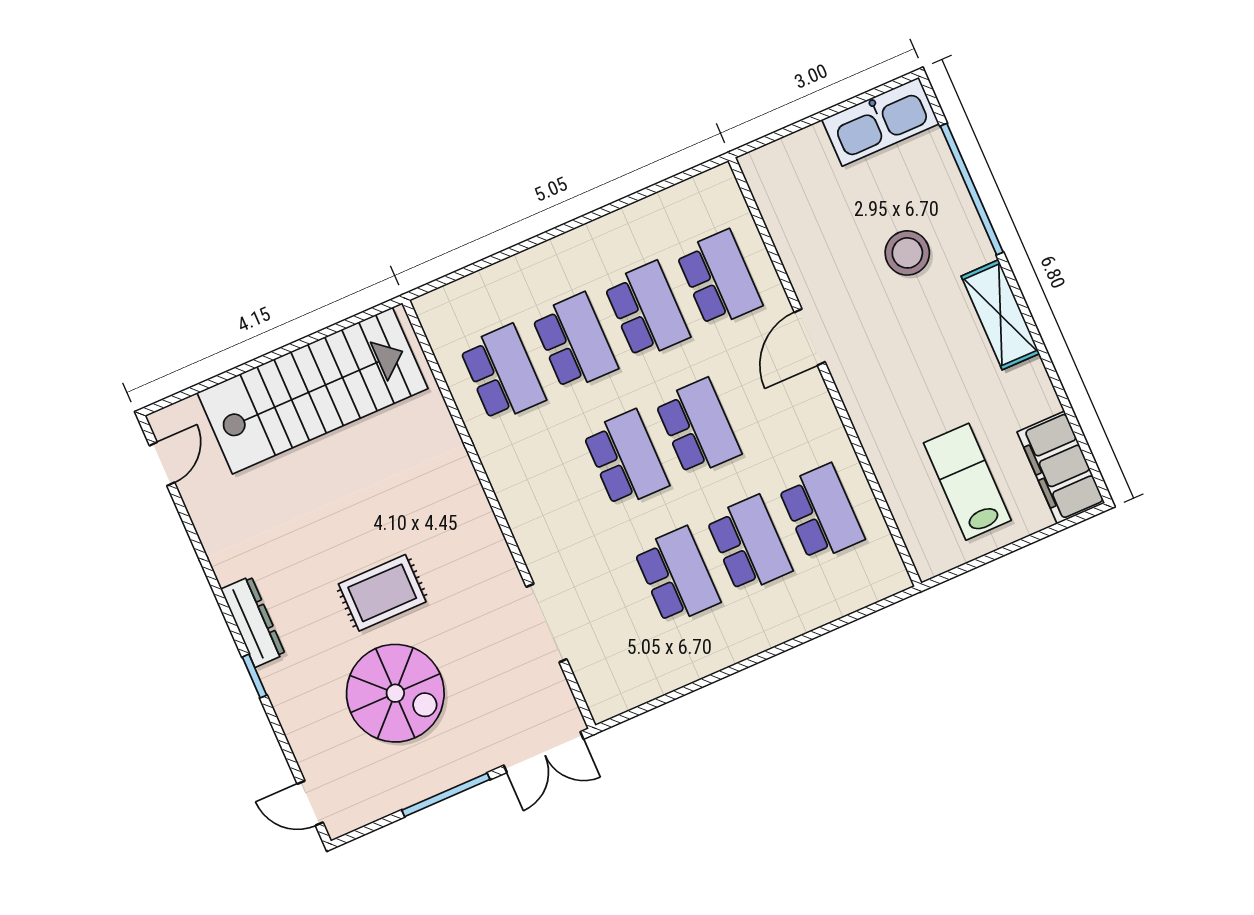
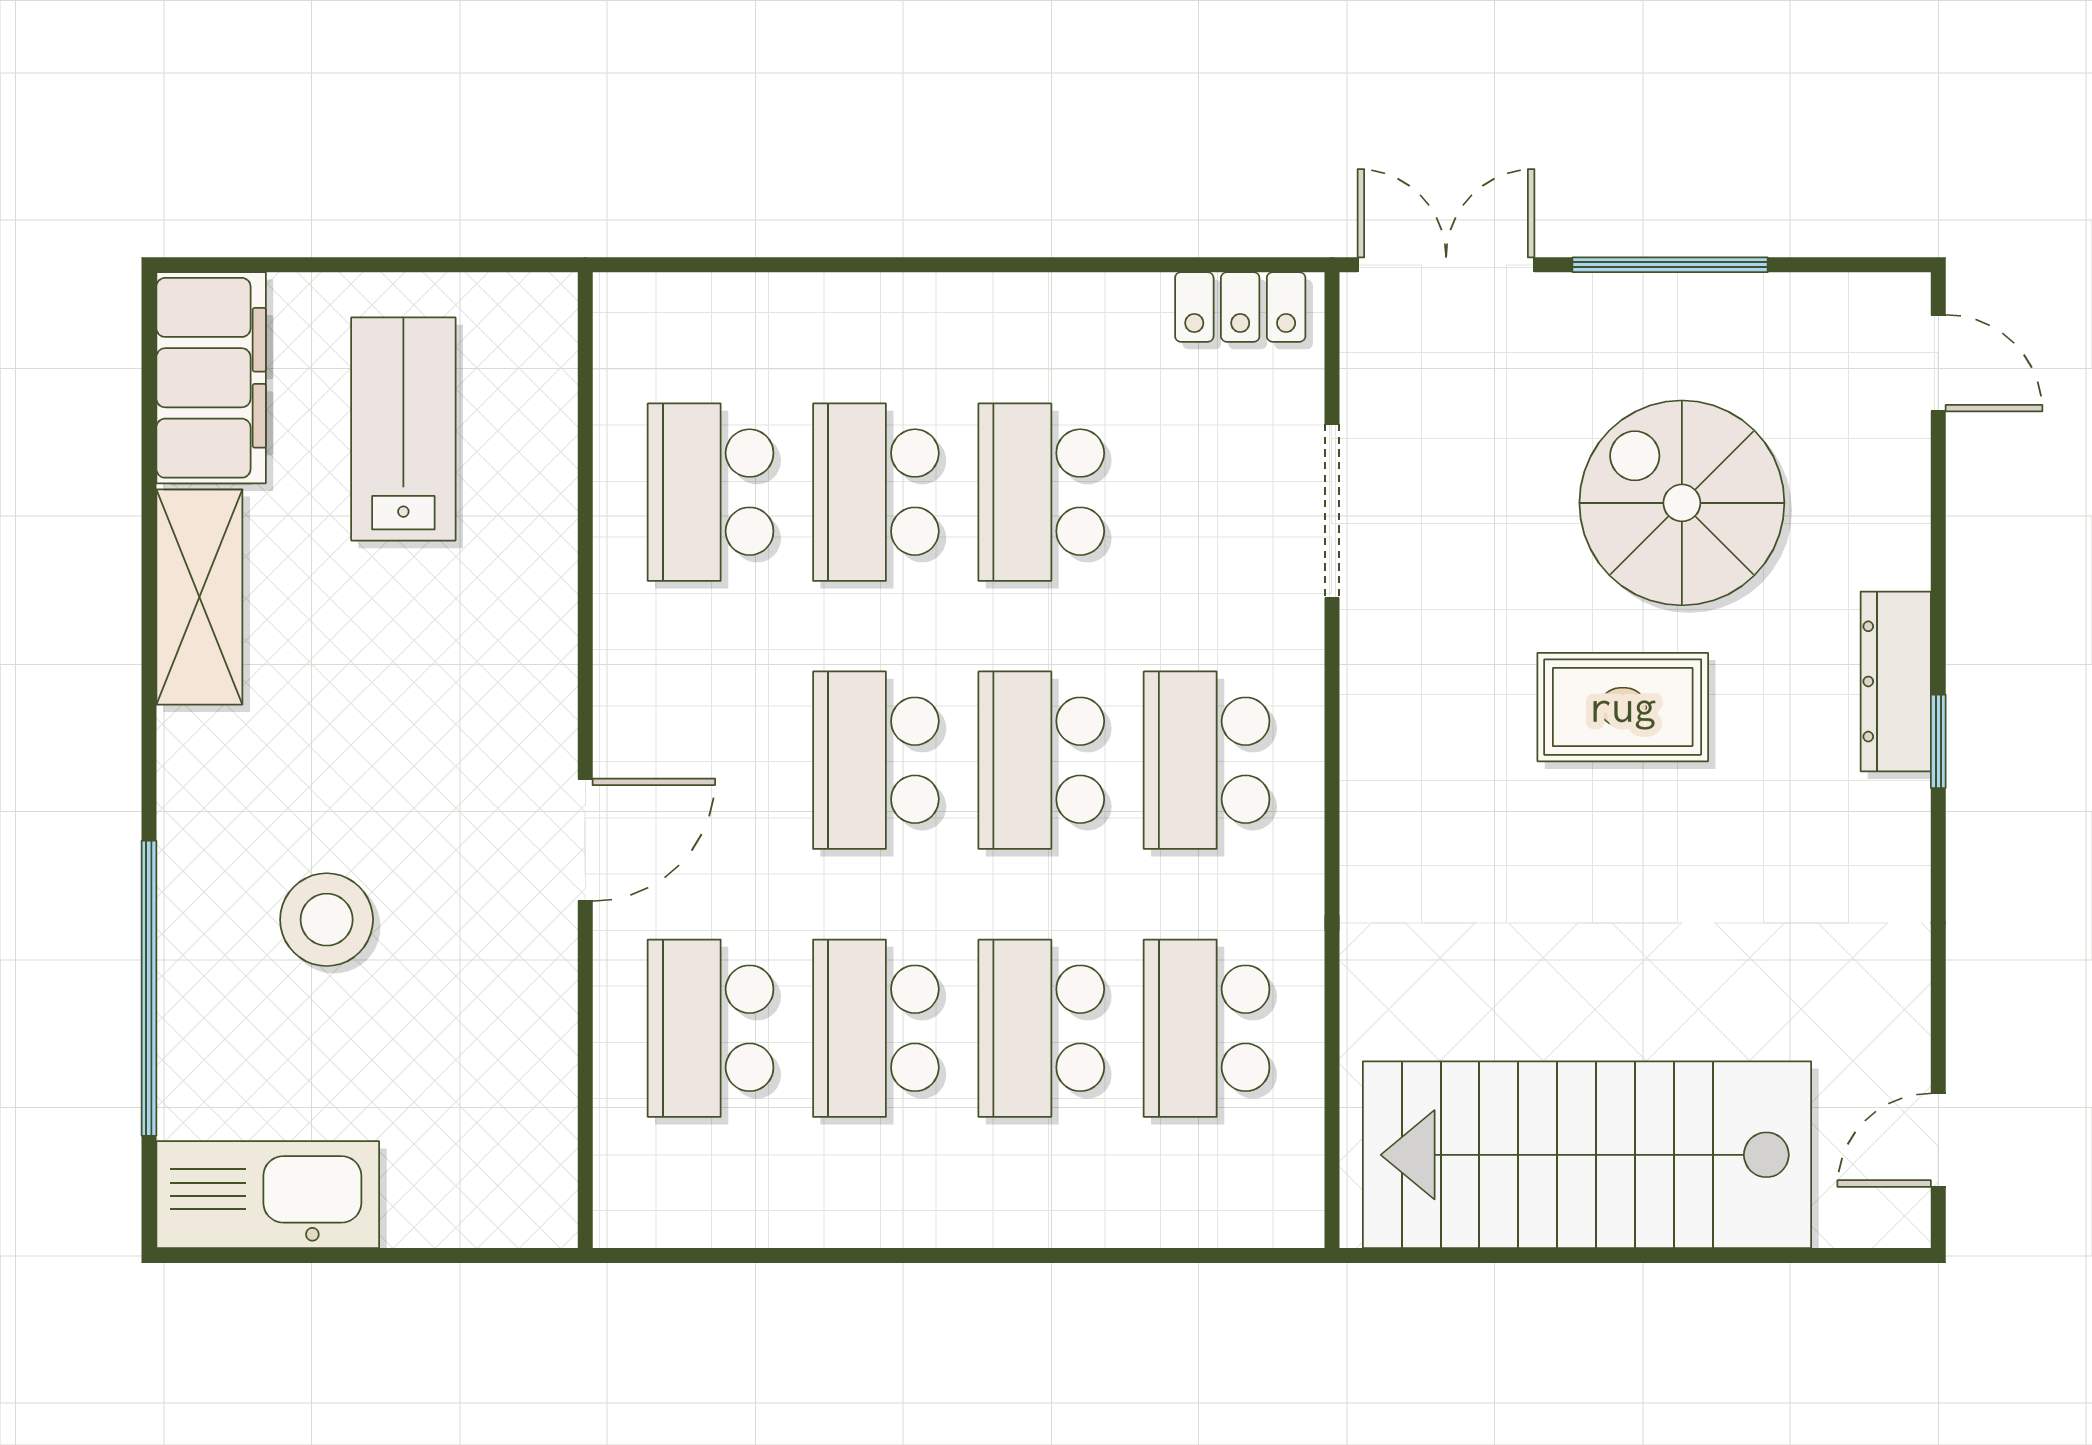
shelving: (1000, 315) -> (199, 597), moved
lab bench: (967, 482) -> (403, 429), turned 180
school desk: (554, 490) -> (1207, 760), added
dresser: (253, 622) -> (1896, 681), moved
window: (255, 676) -> (1938, 741), moved
locker: (625, 694) -> (1240, 307), added

